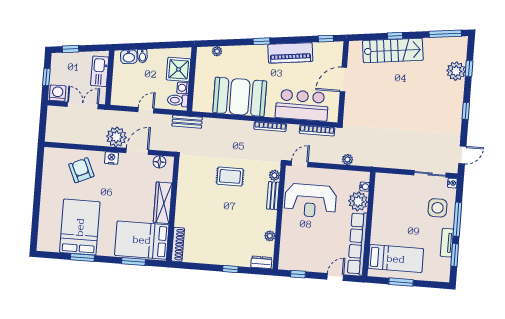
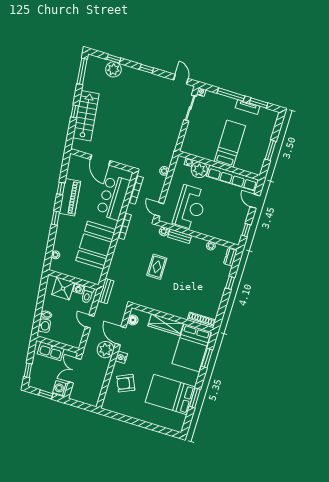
window: (326, 39) -> (61, 188), moved
side table: (438, 208) -> (218, 108), removed
bed: (396, 259) -> (230, 144), moved

